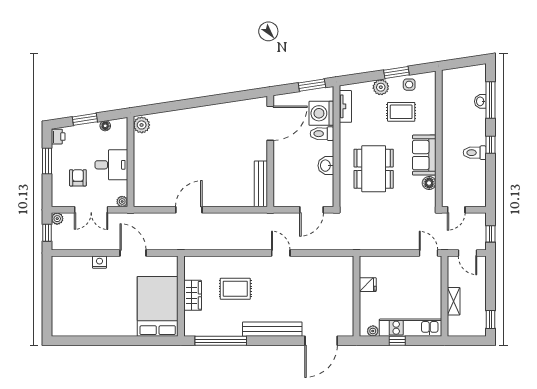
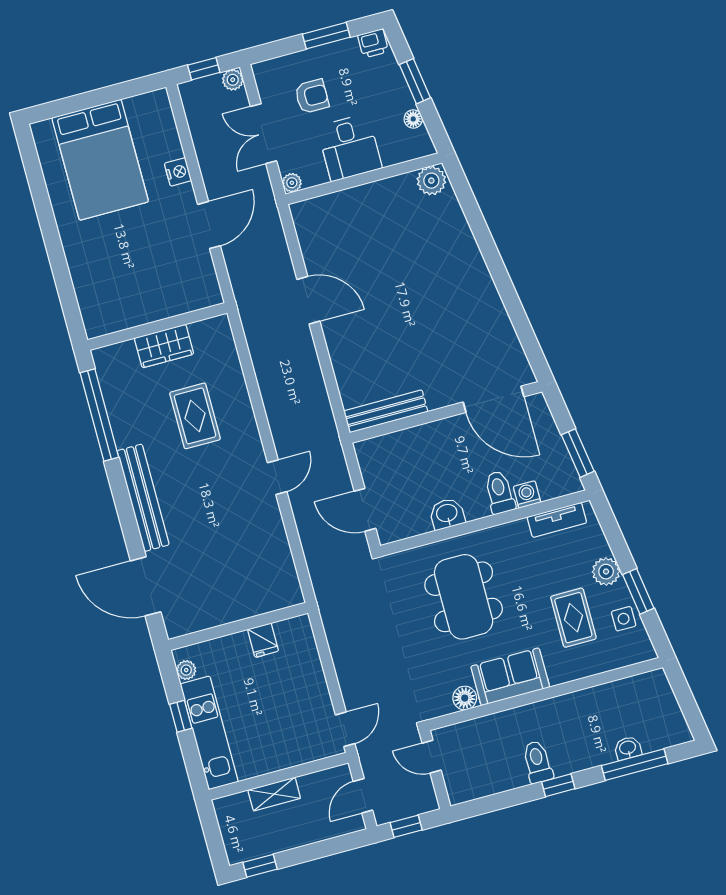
washing machine: (321, 113) -> (527, 494), width x0.53, depth x0.53
dining table: (374, 169) -> (464, 597), turned 90
bed: (158, 306) -> (100, 160), moved, turned 90

